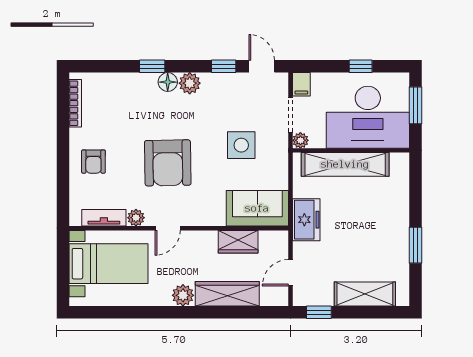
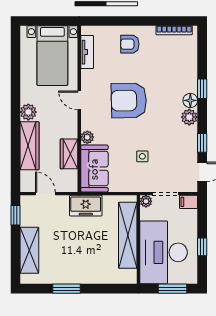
side table: (241, 145) -> (142, 156), width x0.54, depth x0.54
plant: (136, 218) -> (87, 137), moved

